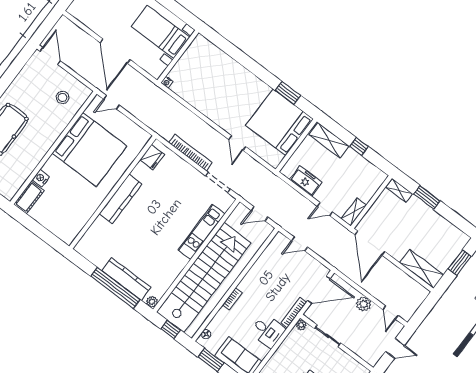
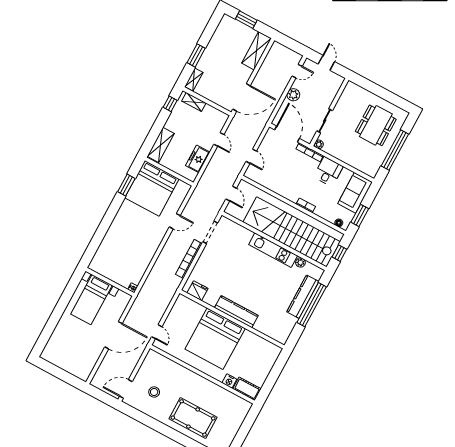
stool: (63, 97) -> (154, 392), moved
window: (359, 146) -> (170, 104), moved
bed: (90, 150) -> (215, 339), moved, turned 180
shelving: (354, 212) -> (194, 102), moved
kitchen unit: (202, 232) -> (273, 250), moved
plant: (152, 302) -> (300, 263), moved

